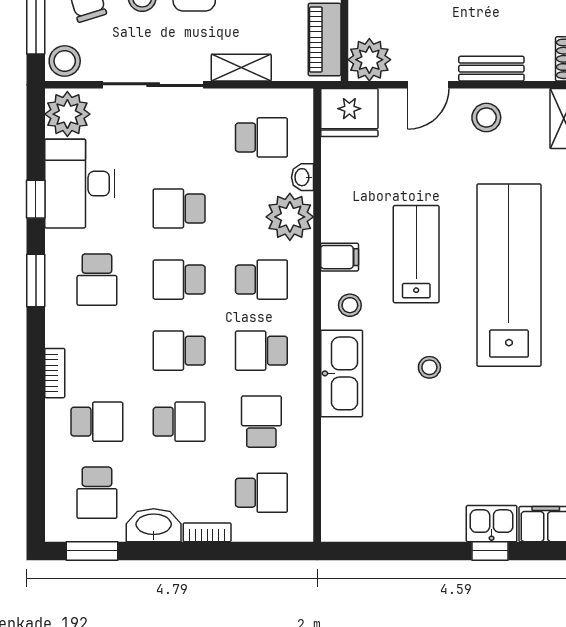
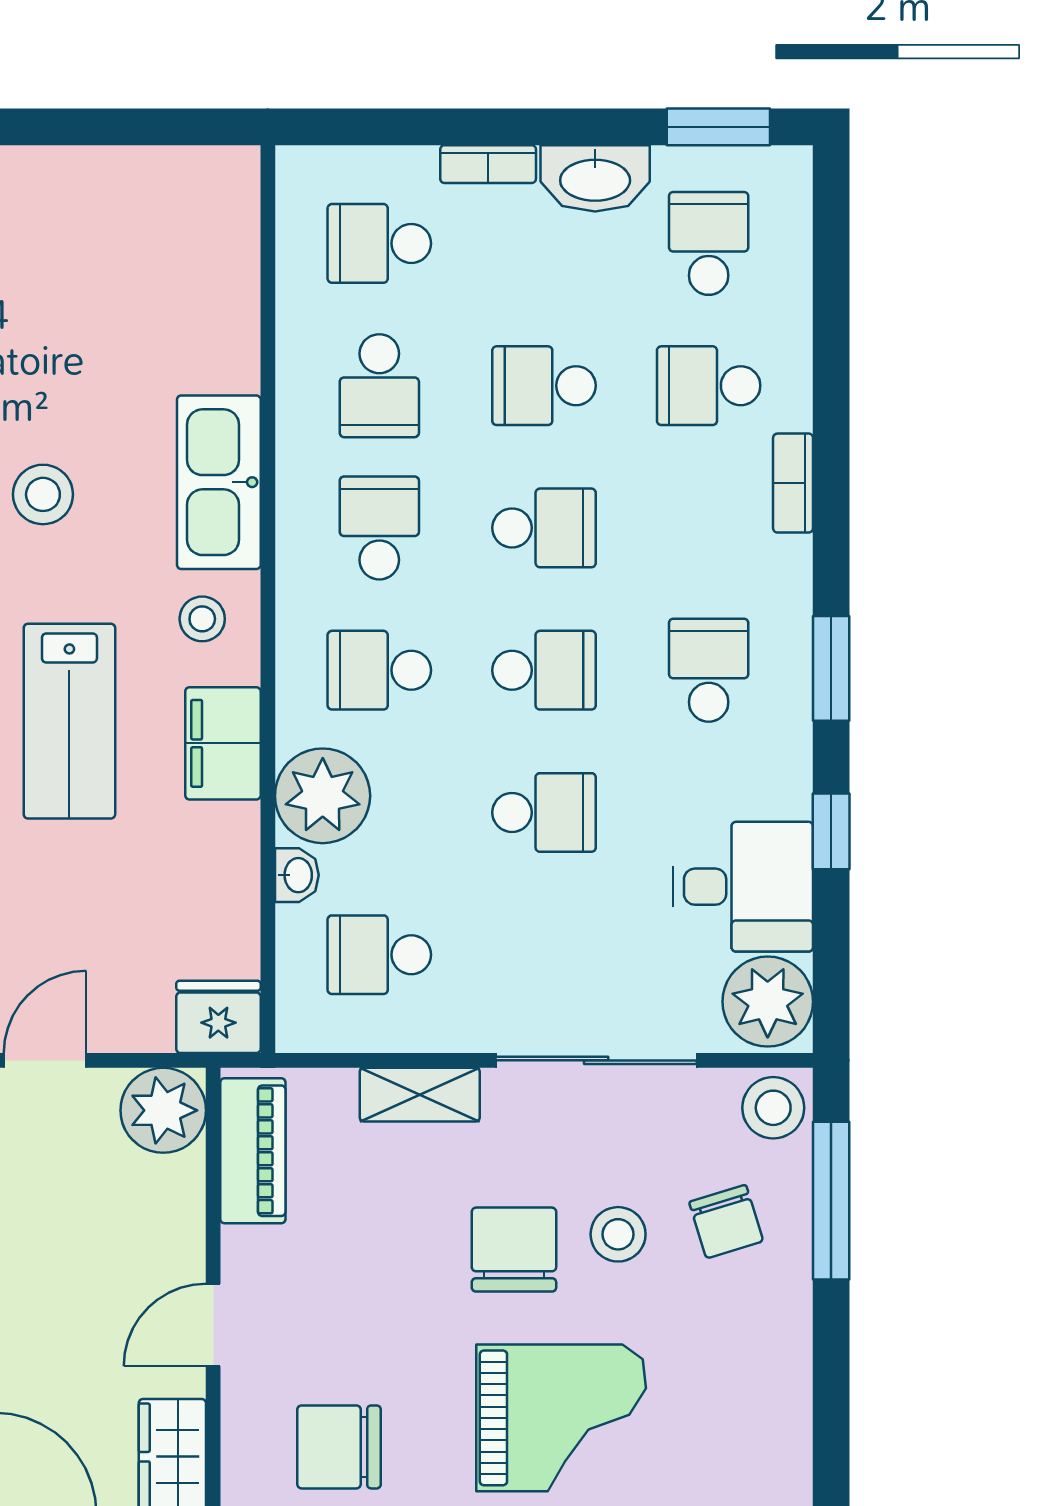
fridge: (349, 113) -> (218, 1017), width x0.73, depth x0.75
desk: (80, 184) -> (743, 887), width x0.73
filing cabinet: (340, 257) -> (223, 743), width x2.00
school desk: (261, 351) -> (379, 528), turned -90
stool: (429, 367) -> (43, 494), width x1.37, depth x1.37

